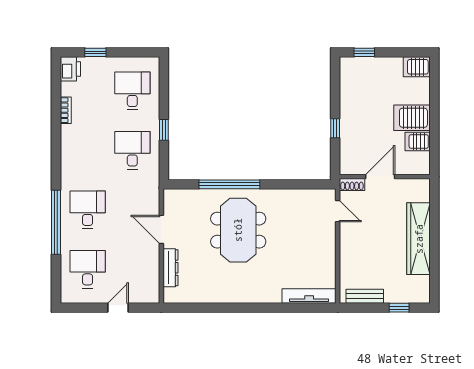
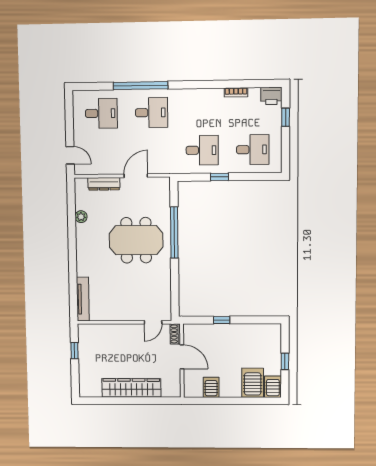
window: (364, 52) -> (285, 361), moved
server rack: (412, 118) -> (253, 383), moved
plant: (209, 296) -> (81, 217), added
bench: (365, 296) -> (84, 344), removed
door: (118, 308) -> (70, 155), moved
window: (399, 308) -> (74, 351), moved

